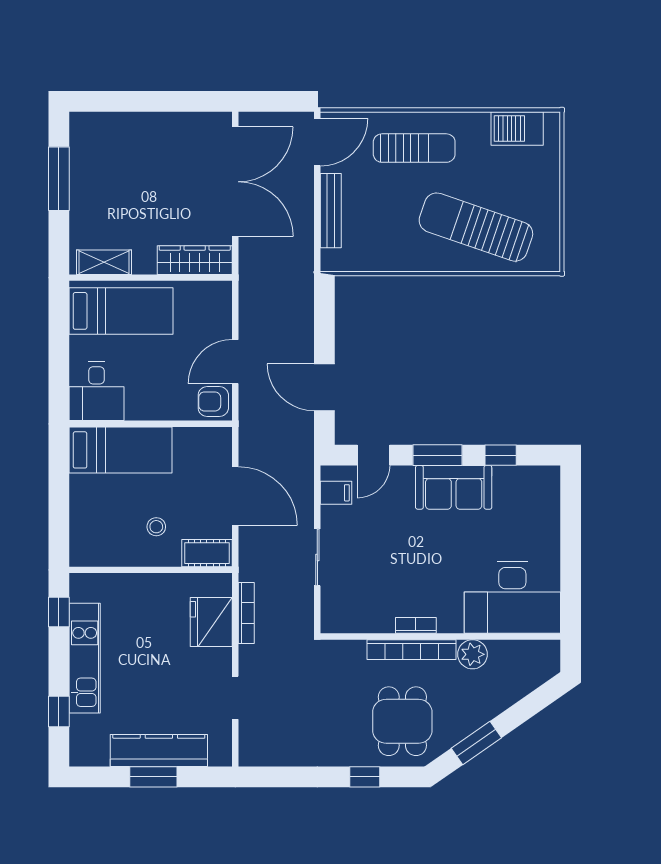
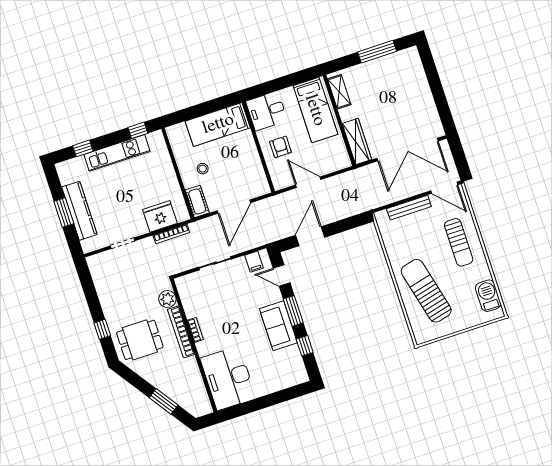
sun lounger: (476, 227) -> (426, 291), turned -33
armchair: (213, 401) -> (280, 147), moved
bed: (121, 450) -> (218, 124), moved, turned 90
plant: (472, 654) -> (167, 299), moved
window: (476, 743) -> (164, 401), moved

